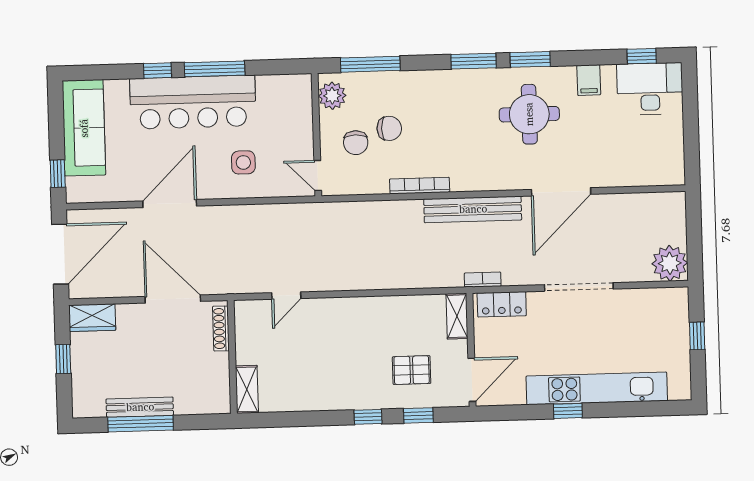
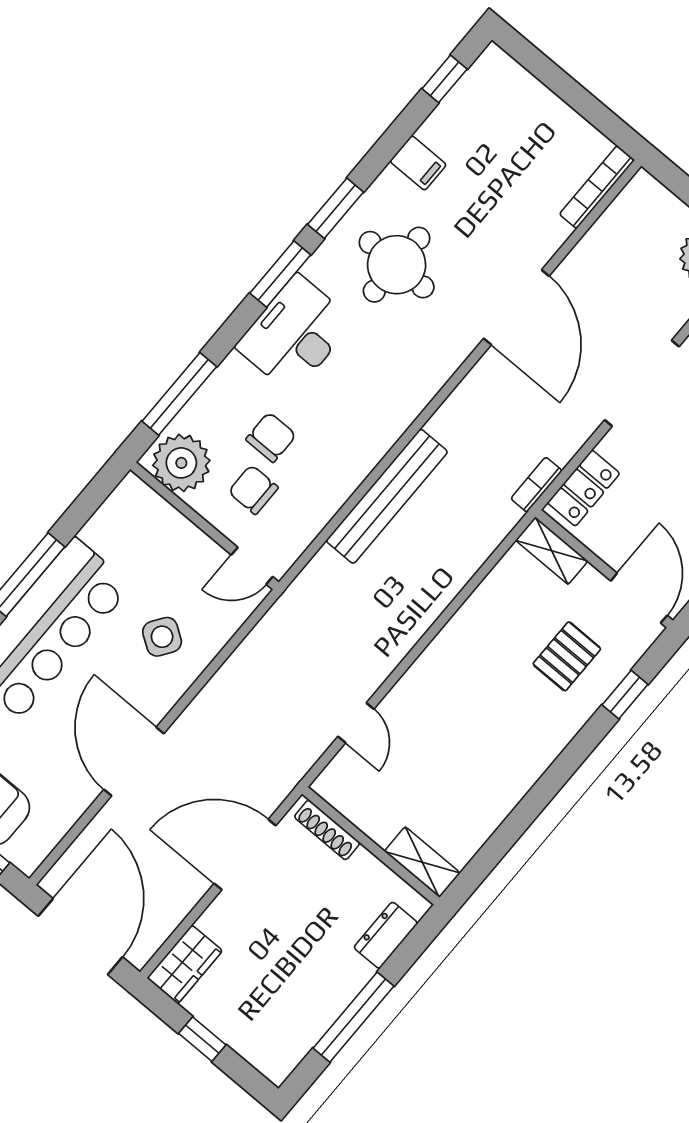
desk: (650, 89) -> (295, 334), moved
plant: (332, 96) -> (181, 463), width x1.36, depth x1.36
chair: (356, 143) -> (253, 490), turned 180
side table: (243, 162) -> (162, 637), turned 34
bookcase: (420, 186) -> (597, 187), moved
bench: (473, 209) -> (387, 496), moved
dresser: (195, 404) -> (386, 935), added
bench: (140, 407) -> (334, 1001), removed
window: (368, 417) -> (576, 753), removed

